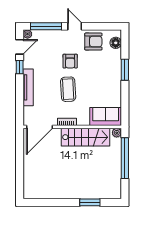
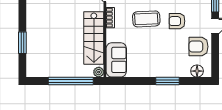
armchair: (93, 42) -> (198, 47), turned 90

